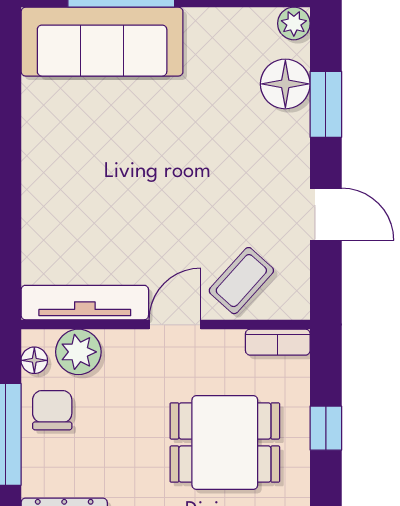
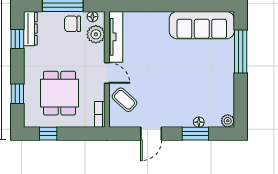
sofa: (102, 42) -> (202, 25), moved, turned -90
floor lamp: (285, 84) -> (199, 122), width x0.53, depth x0.53
chair: (52, 410) -> (72, 24), turned 180
window: (326, 428) -> (48, 134), moved

